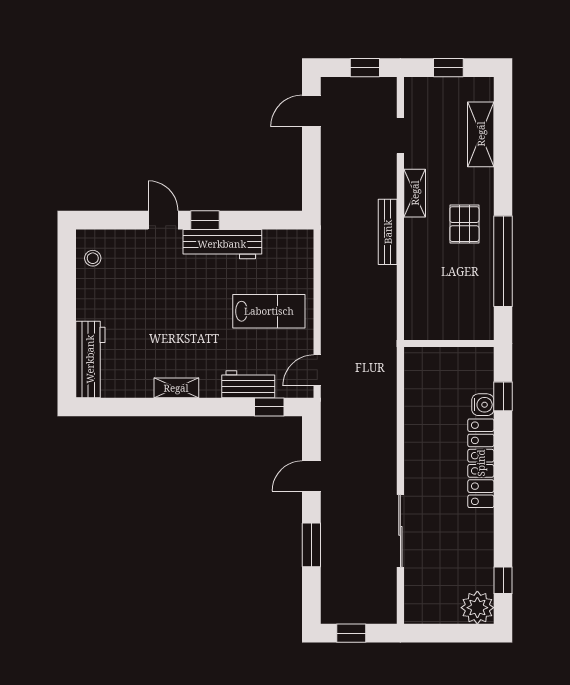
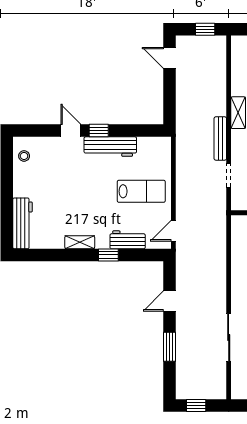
door: (311, 111) -> (170, 58), hinge flipped
doorway: (400, 136) -> (229, 175), moved
window: (269, 407) -> (108, 255), moved

